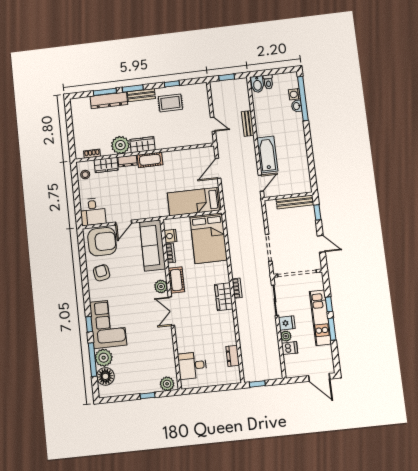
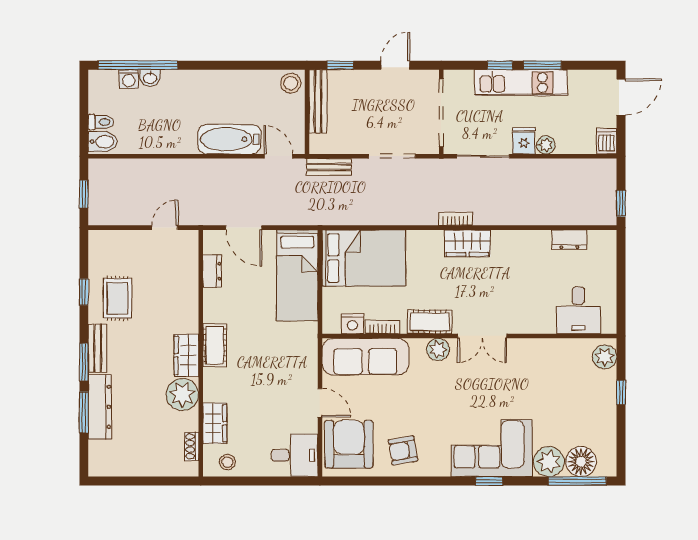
bench: (248, 123) -> (329, 167), moved
dresser: (128, 161) -> (212, 271), moved
stool: (303, 185) -> (291, 83), added
dishwasher: (290, 348) -> (607, 141), moved
window: (93, 360) -> (577, 481), moved

